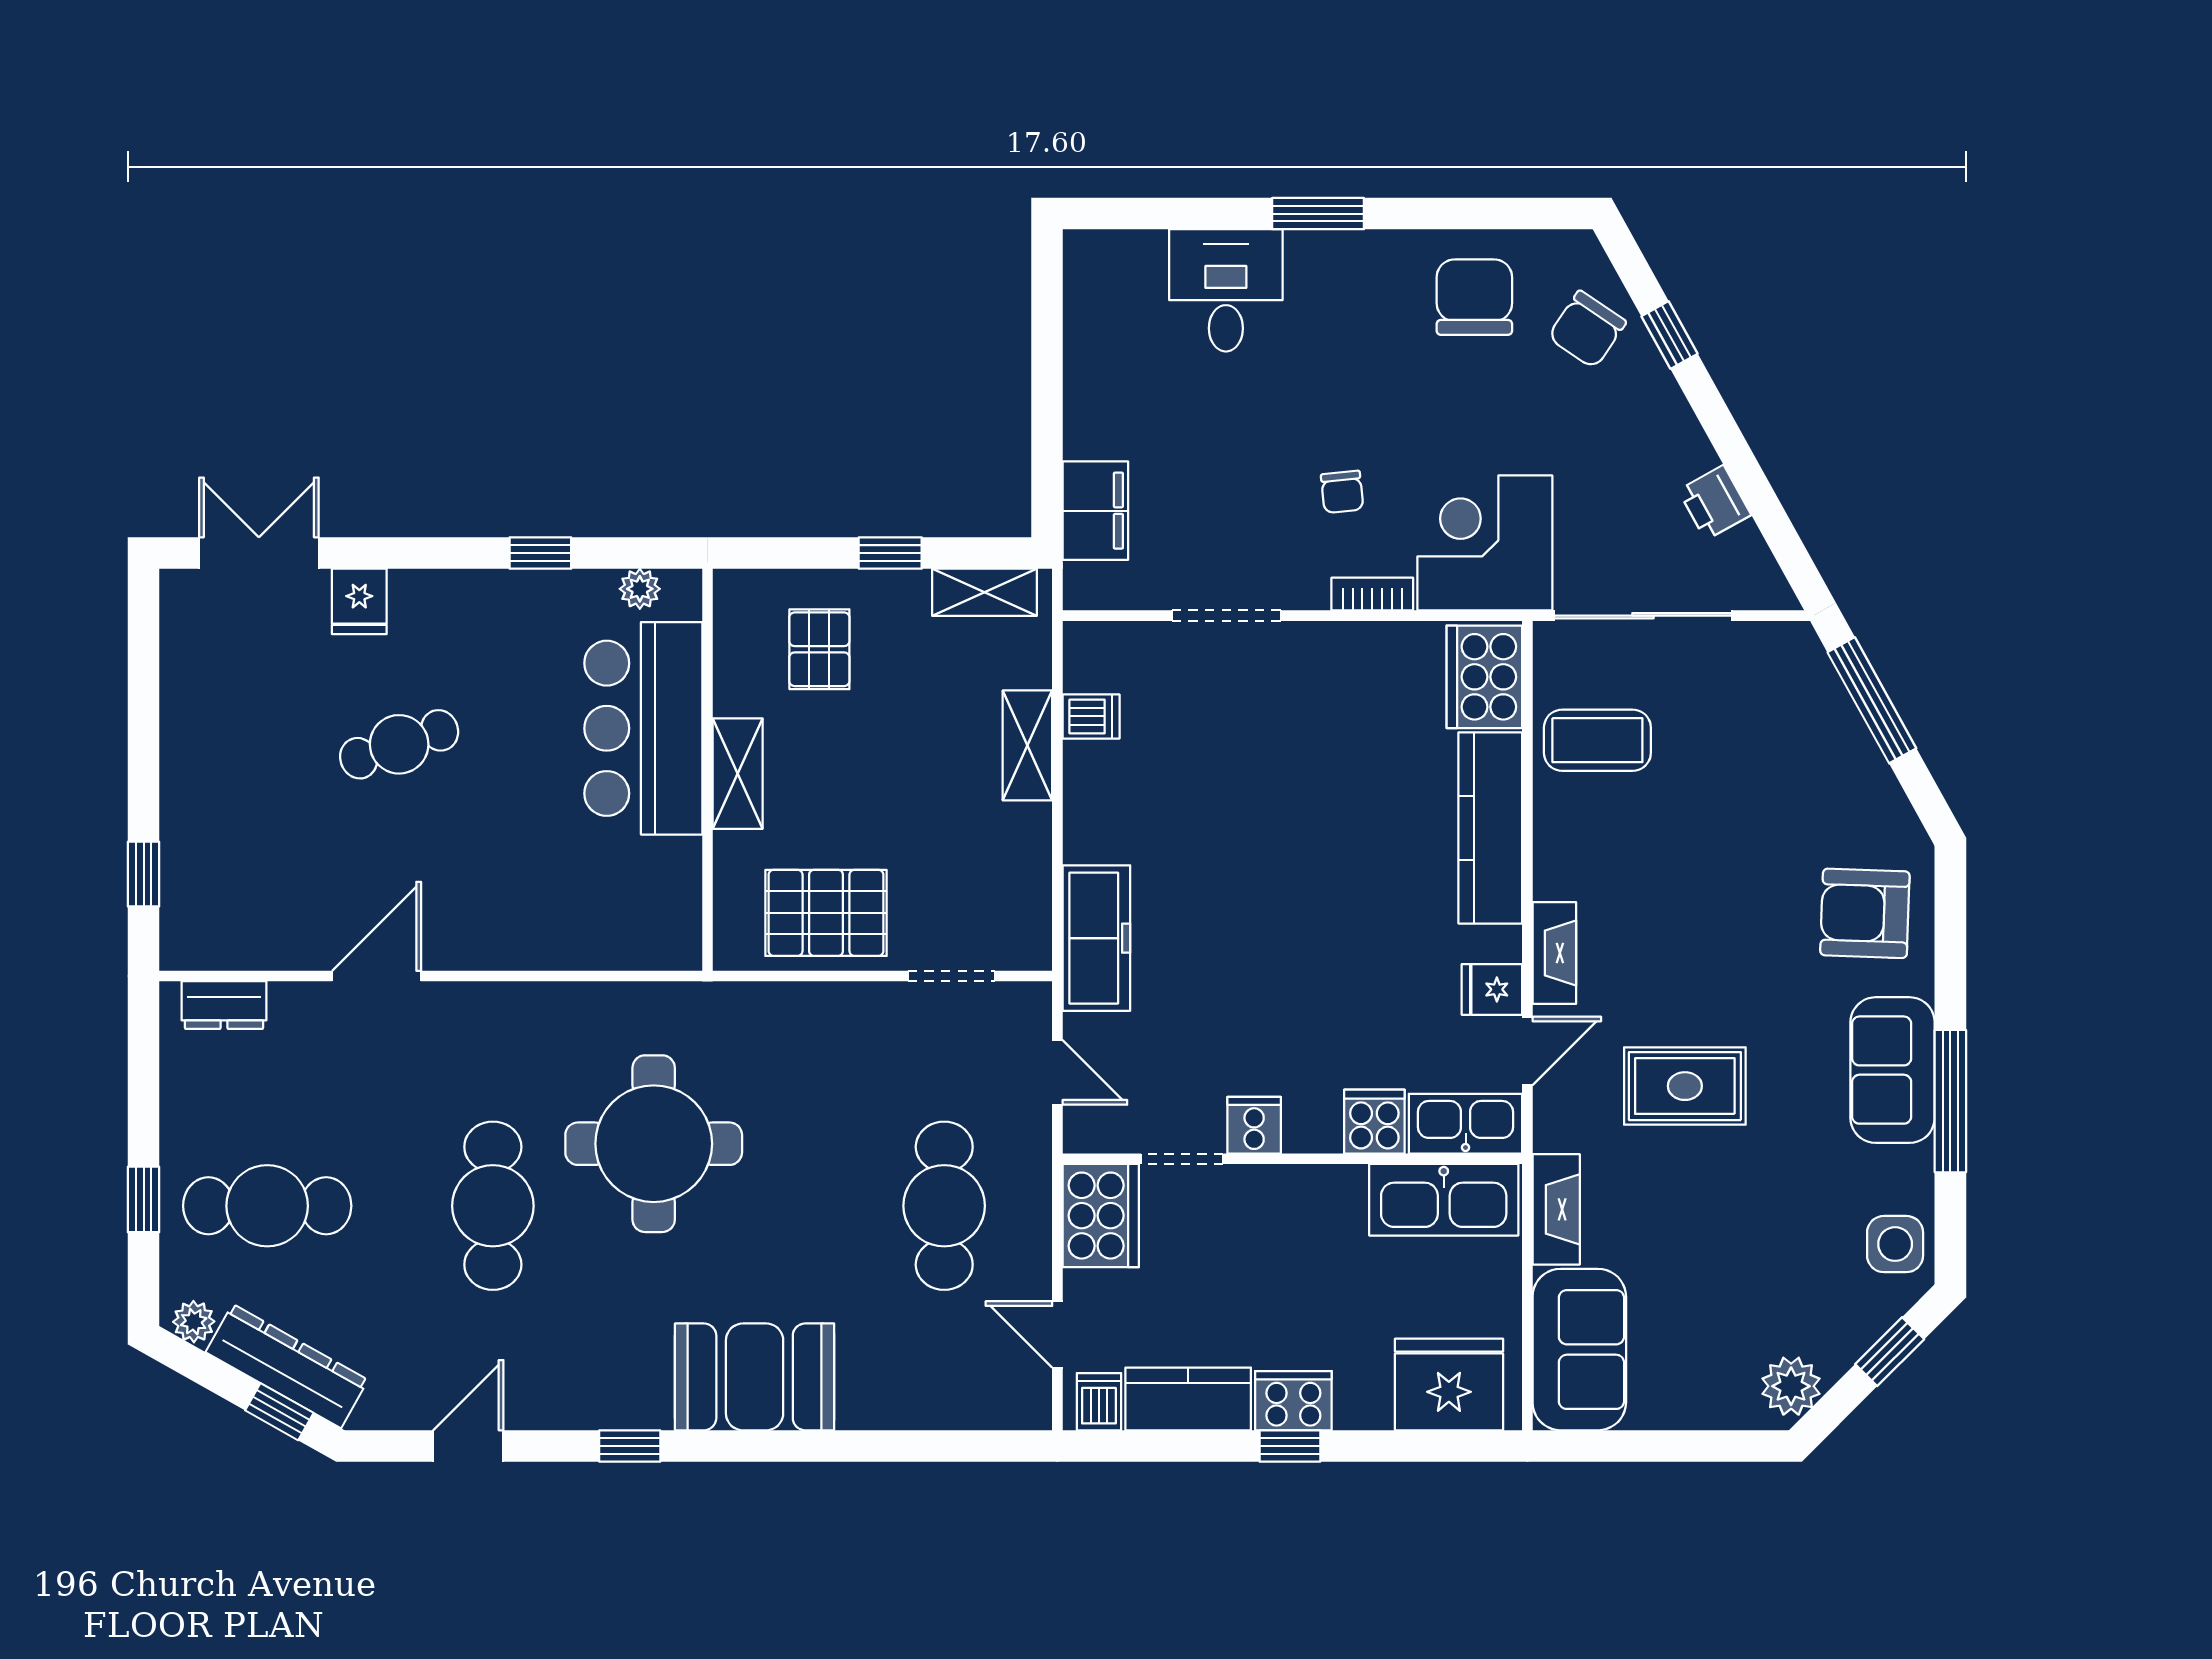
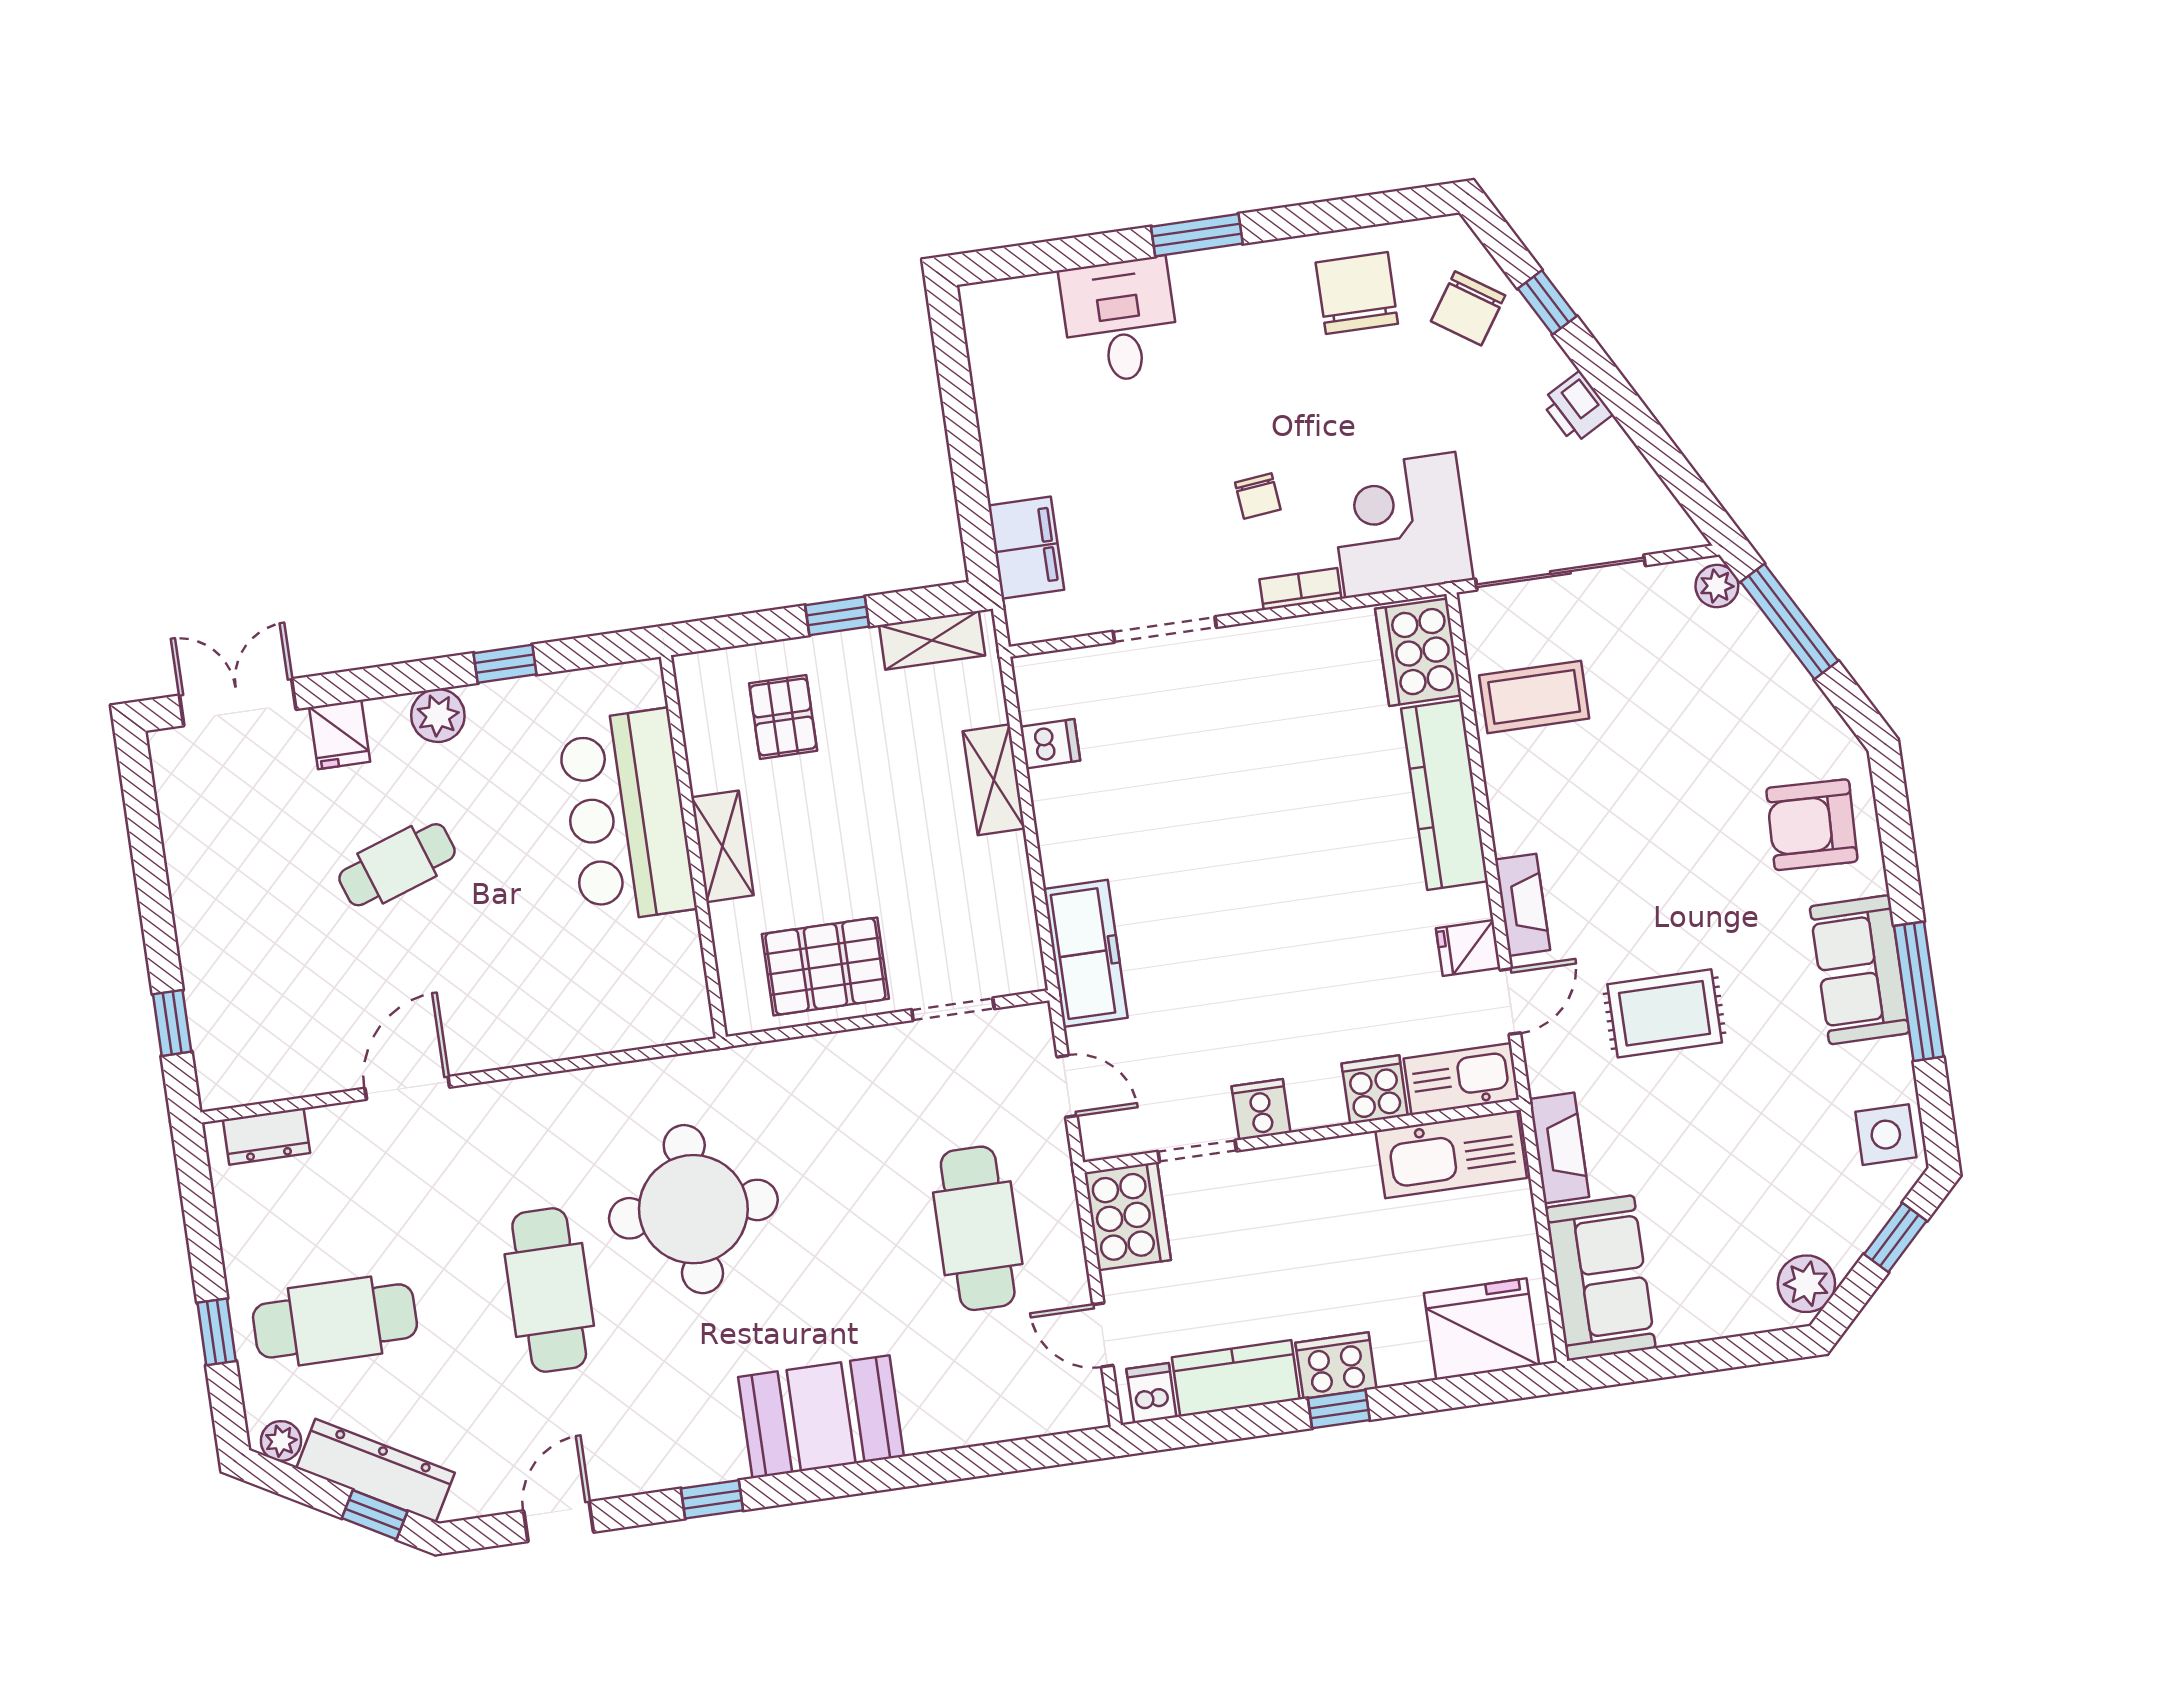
printer: (1714, 503) -> (1577, 408), moved
plant: (640, 589) -> (438, 715), moved, width x1.38, depth x1.38
plant: (1802, 653) -> (1717, 586), added

